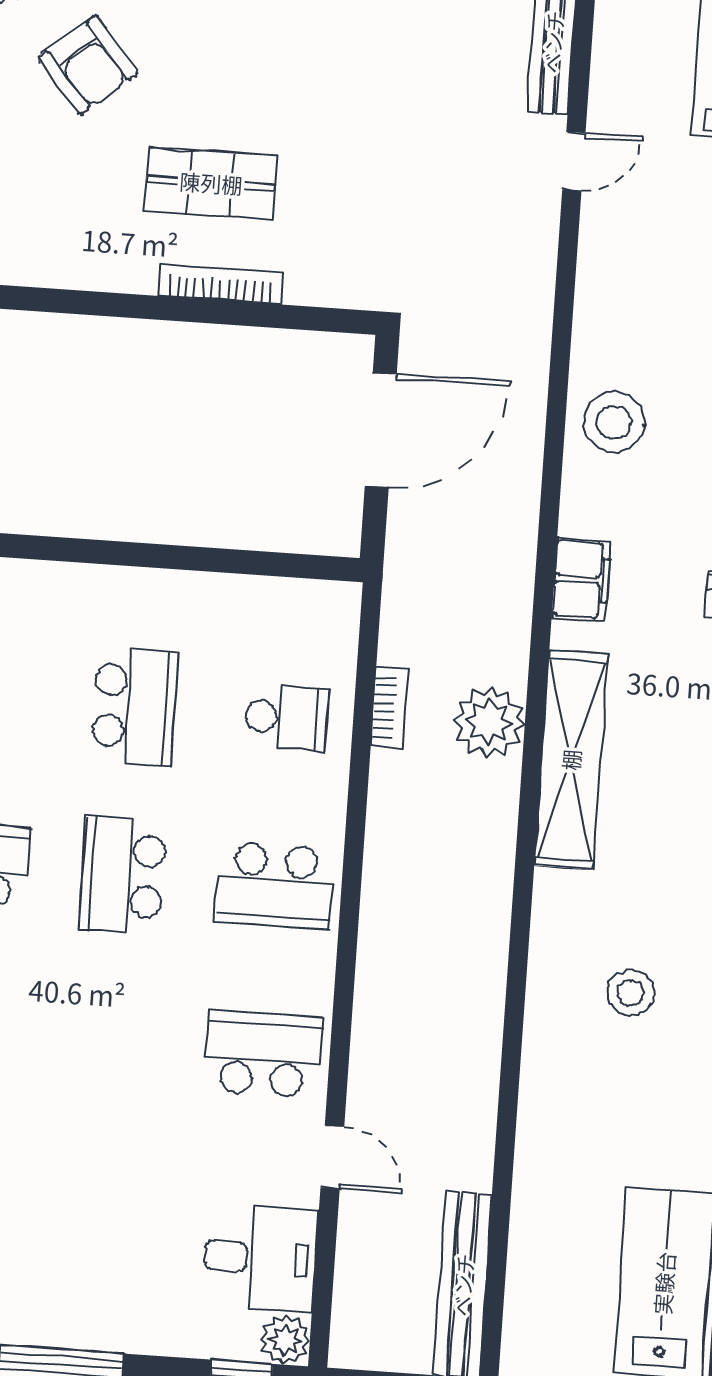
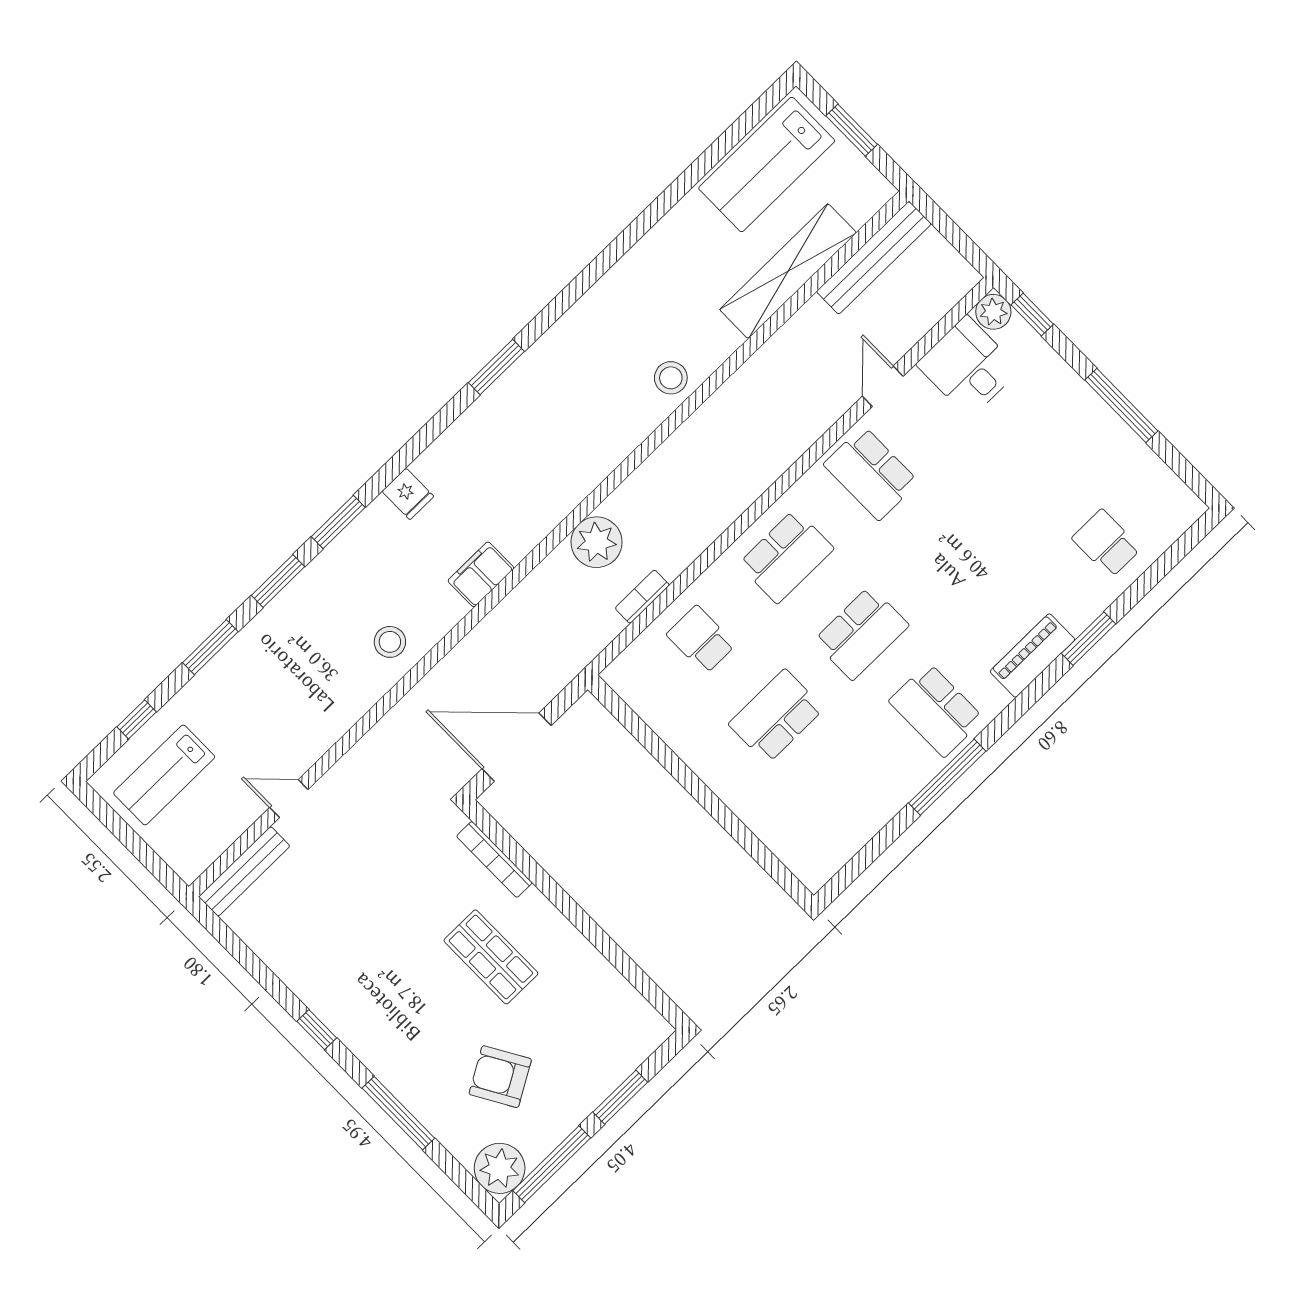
armchair: (88, 65) -> (500, 1077), turned -80
bookcase: (220, 284) -> (494, 859), moved
stool: (614, 422) -> (390, 642), width x0.73, depth x0.73
shelving: (571, 760) -> (788, 271), moved
school desk: (275, 886) -> (786, 556), turned 90
stool: (631, 993) -> (671, 378), moved

